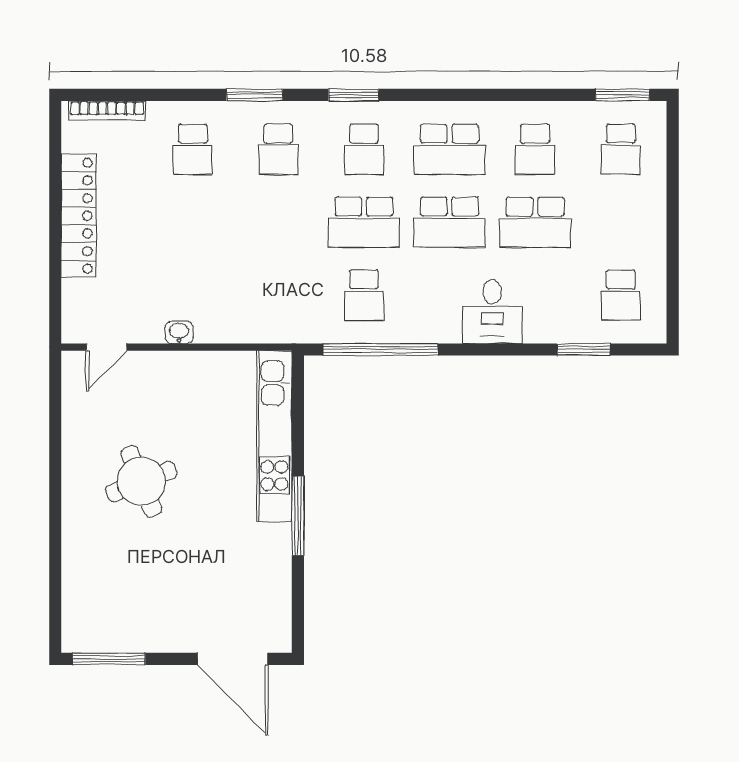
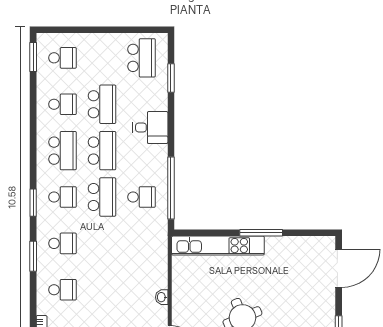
school desk: (621, 295) -> (142, 58), width x1.85

